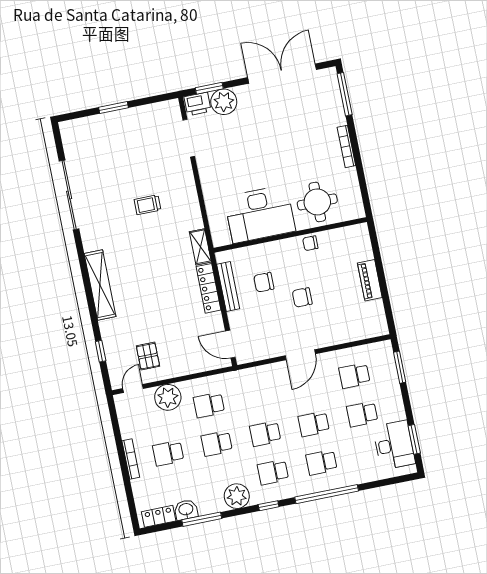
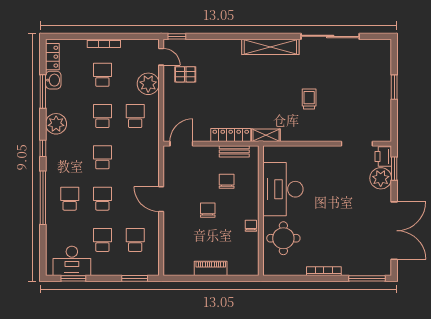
shelving: (100, 285) -> (270, 47), moved
bench: (228, 287) -> (234, 151), width x0.73
window: (101, 351) -> (177, 36), moved
school desk: (273, 472) -> (70, 157), removed

